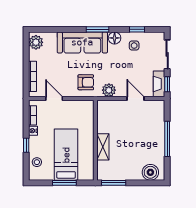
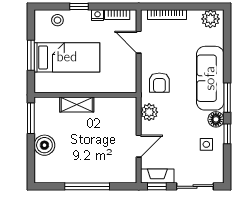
window: (137, 29) -> (227, 134), moved
door: (54, 98) -> (139, 42), swing flipped
boiler: (150, 172) -> (44, 145), moved

